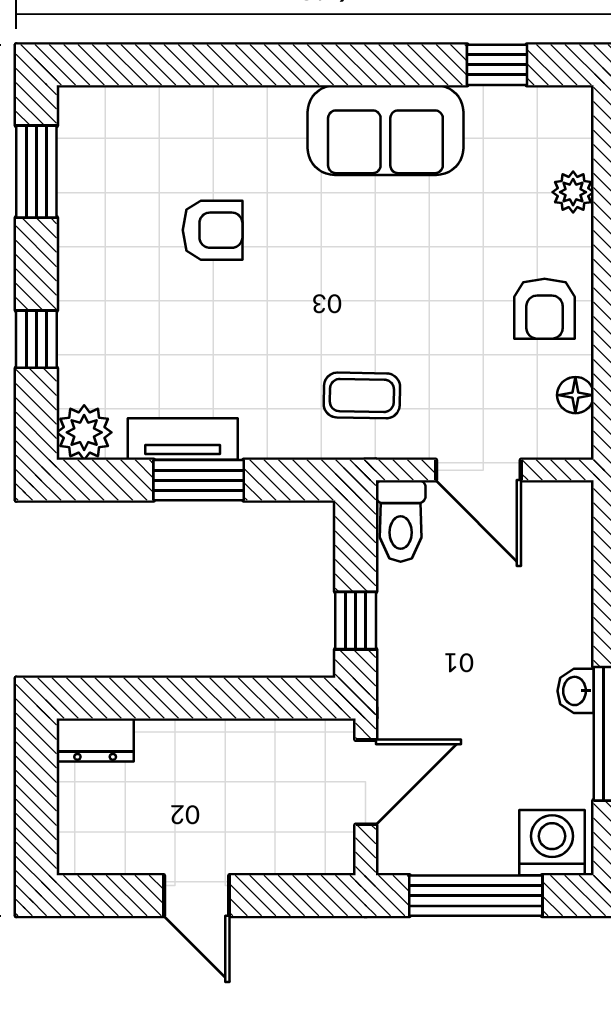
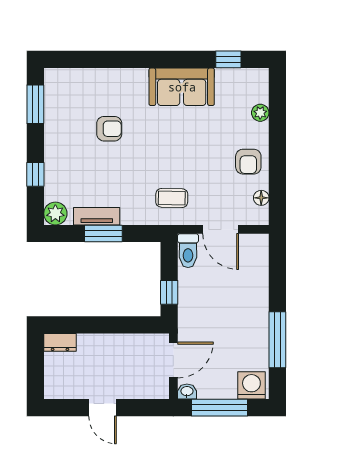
washbasin: (576, 691) -> (187, 392), moved, turned 90

